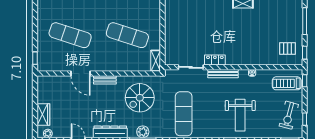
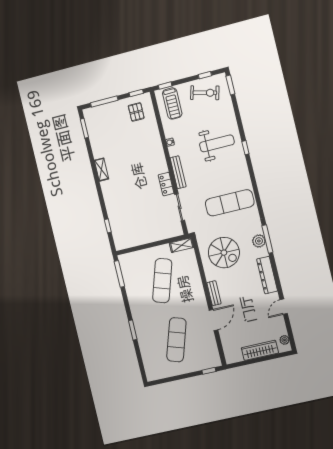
wardrobe: (43, 115) -> (260, 350), width x1.50

